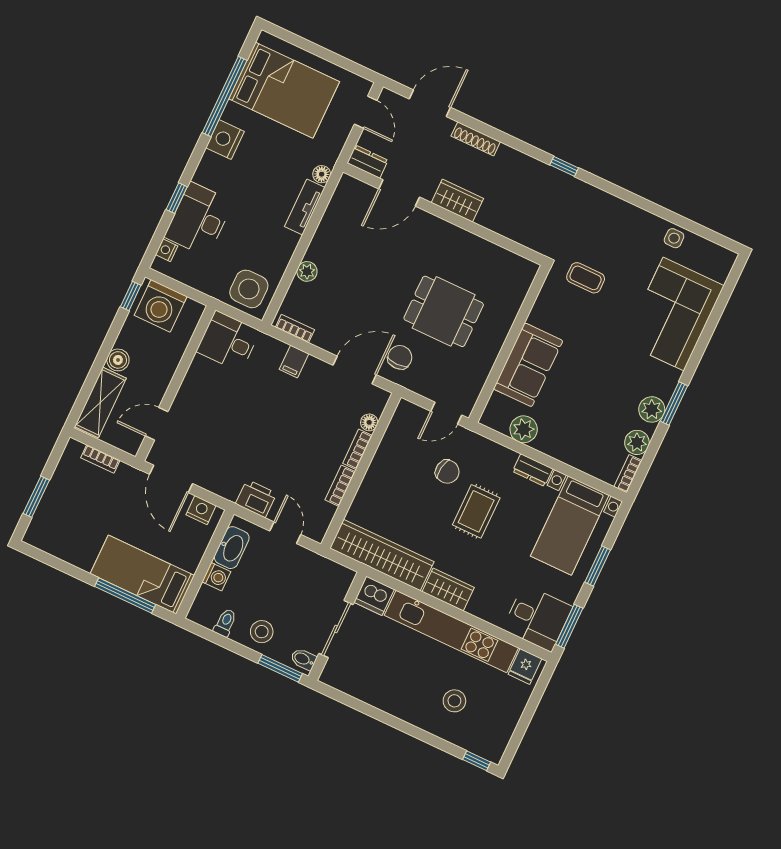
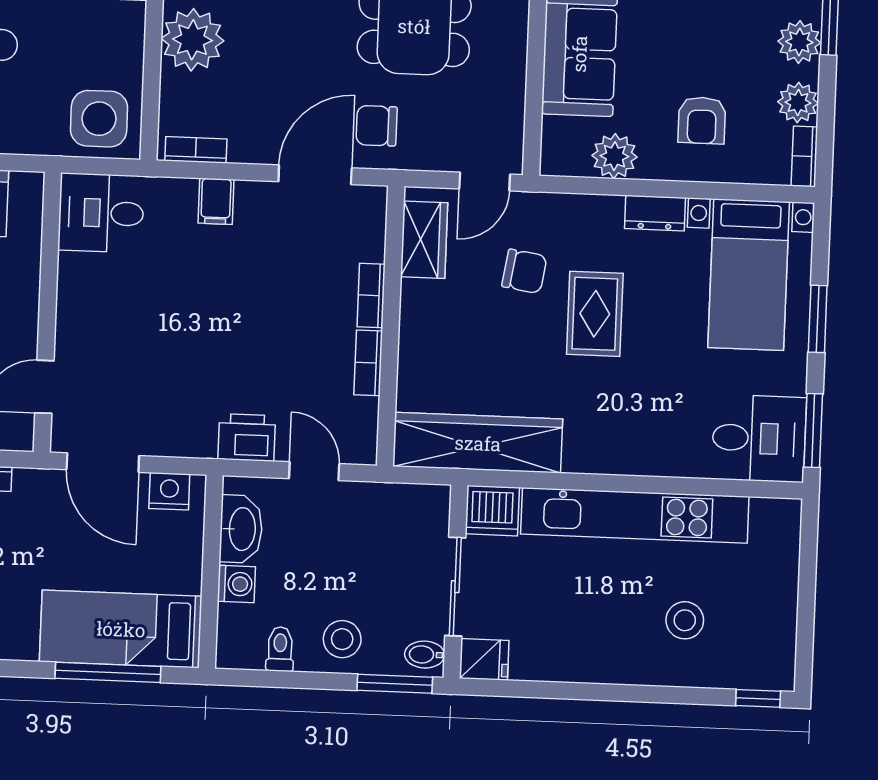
plant: (307, 271) -> (192, 40), width x1.88, depth x1.88
chair: (400, 357) -> (377, 126), turned -90
floor lamp: (369, 422) -> (372, 246), removed
armchair: (580, 430) -> (702, 120), added
wardrobe: (448, 590) -> (424, 240), moved, turned 90
fridge: (525, 667) -> (484, 659), moved, turned -90

